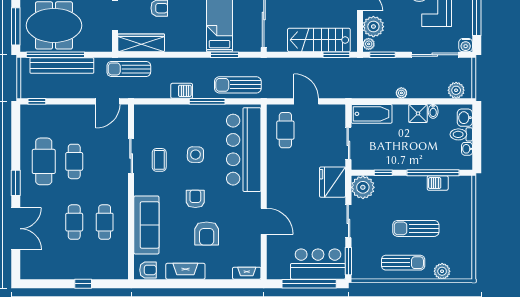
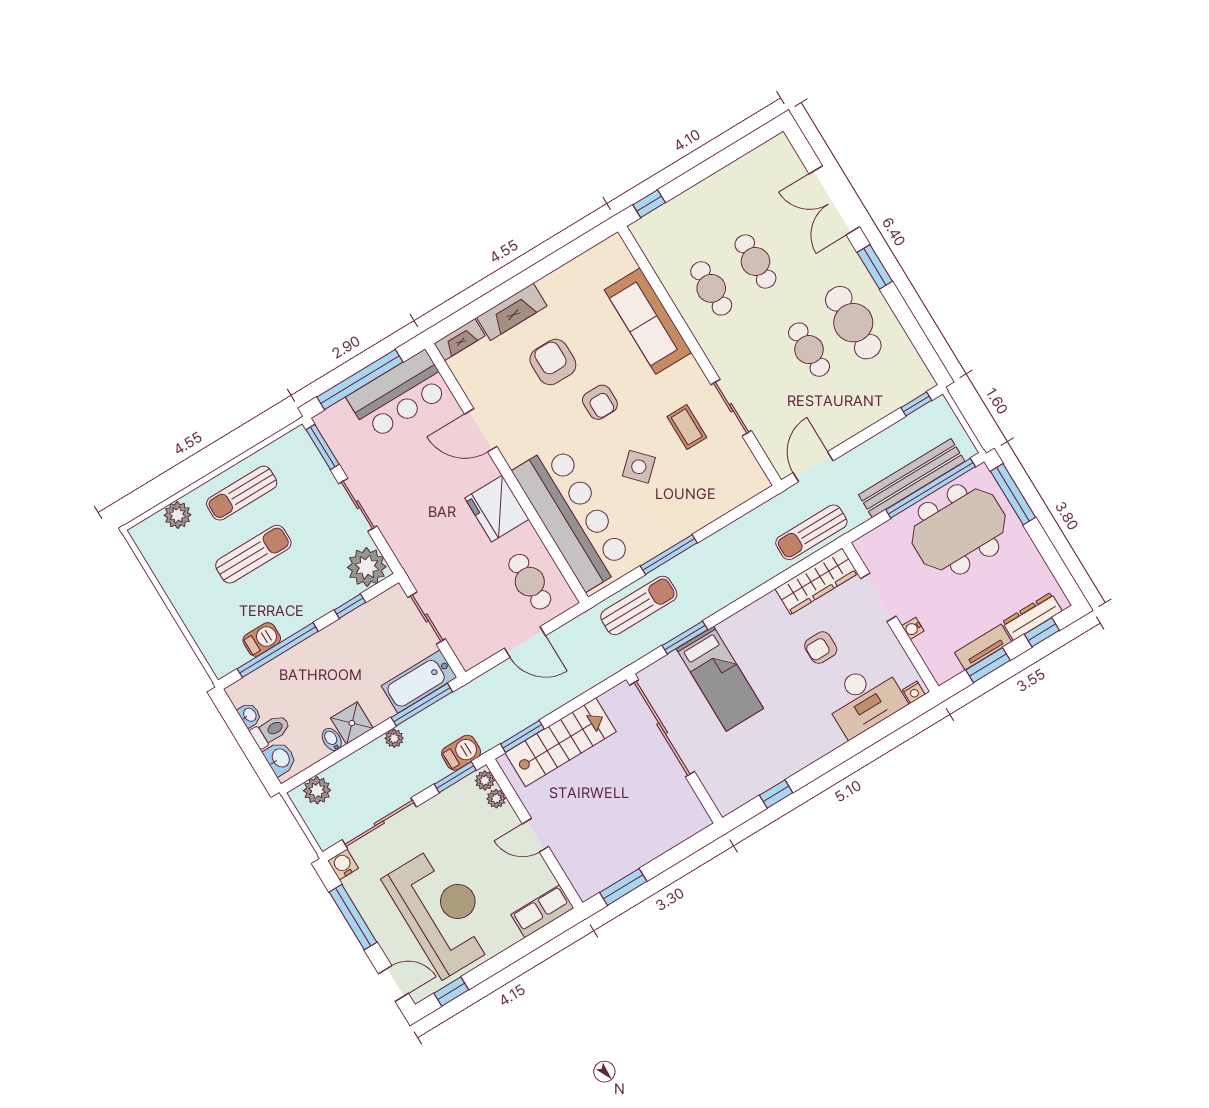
plant: (373, 27) -> (496, 799), width x0.53, depth x0.53
sun lounger: (129, 69) -> (811, 532), turned 180
barbecue: (182, 91) -> (461, 753), moved, turned 180
window: (377, 101) -> (422, 705), added
side table: (195, 155) -> (639, 467), turned 45
fridge: (333, 182) -> (497, 509), moved, turned 180
bar counter: (318, 264) -> (399, 395), moved
armchair: (148, 270) -> (606, 257), removed
fireplace: (185, 271) -> (512, 312), moved
window: (83, 284) -> (649, 204), moved

